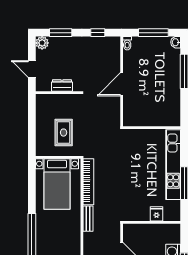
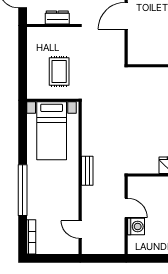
bookcase: (88, 182) -> (88, 128), removed

